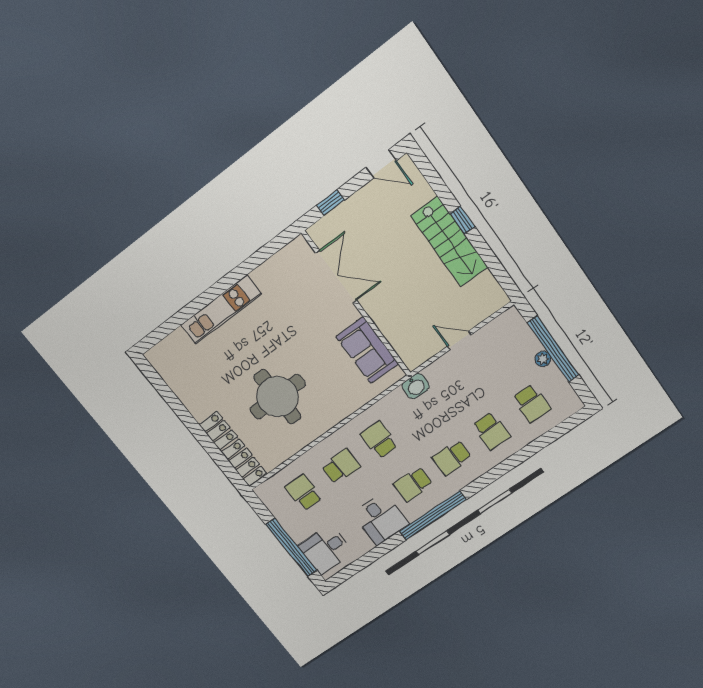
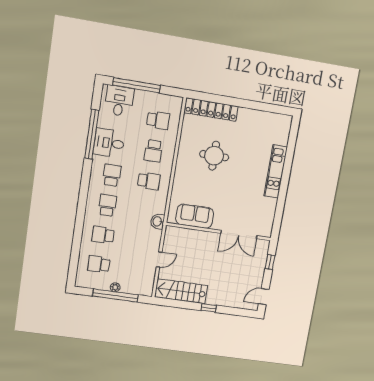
stairs: (449, 242) -> (181, 291), moved
round table: (278, 397) -> (214, 156), width x0.73, depth x0.73
window: (433, 515) -> (92, 134), moved

